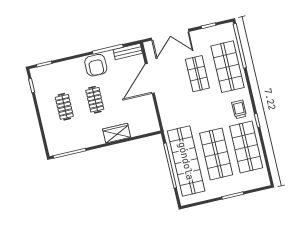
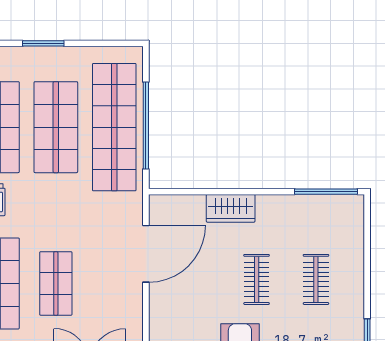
door: (150, 78) -> (146, 254), moved

